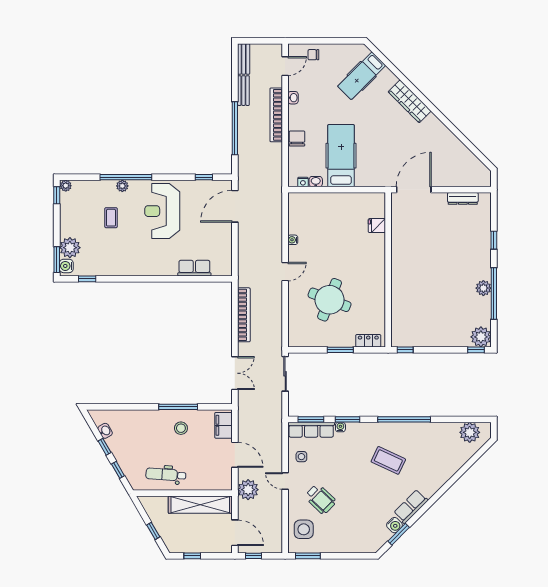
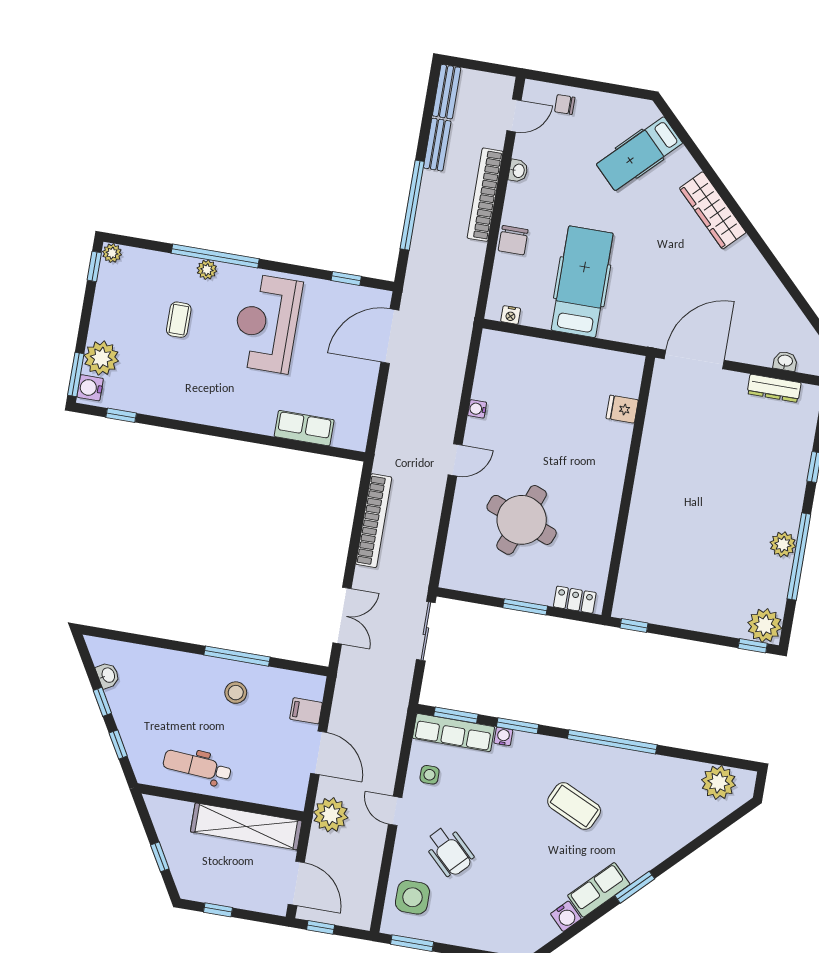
chair: (297, 138) -> (513, 240), turned 180
washbasin: (316, 182) -> (785, 361), moved
filing cabinet: (224, 425) -> (306, 711), width x0.50
window: (399, 534) -> (635, 887), moved

